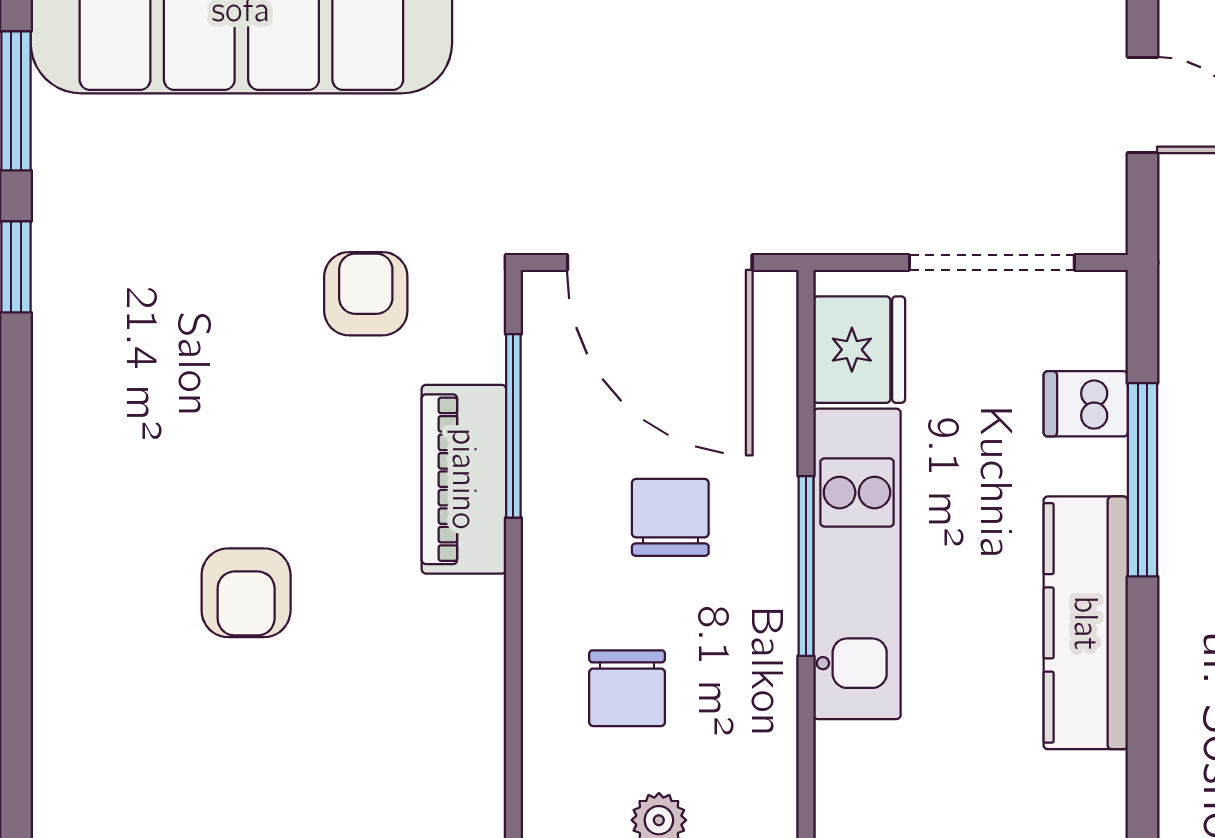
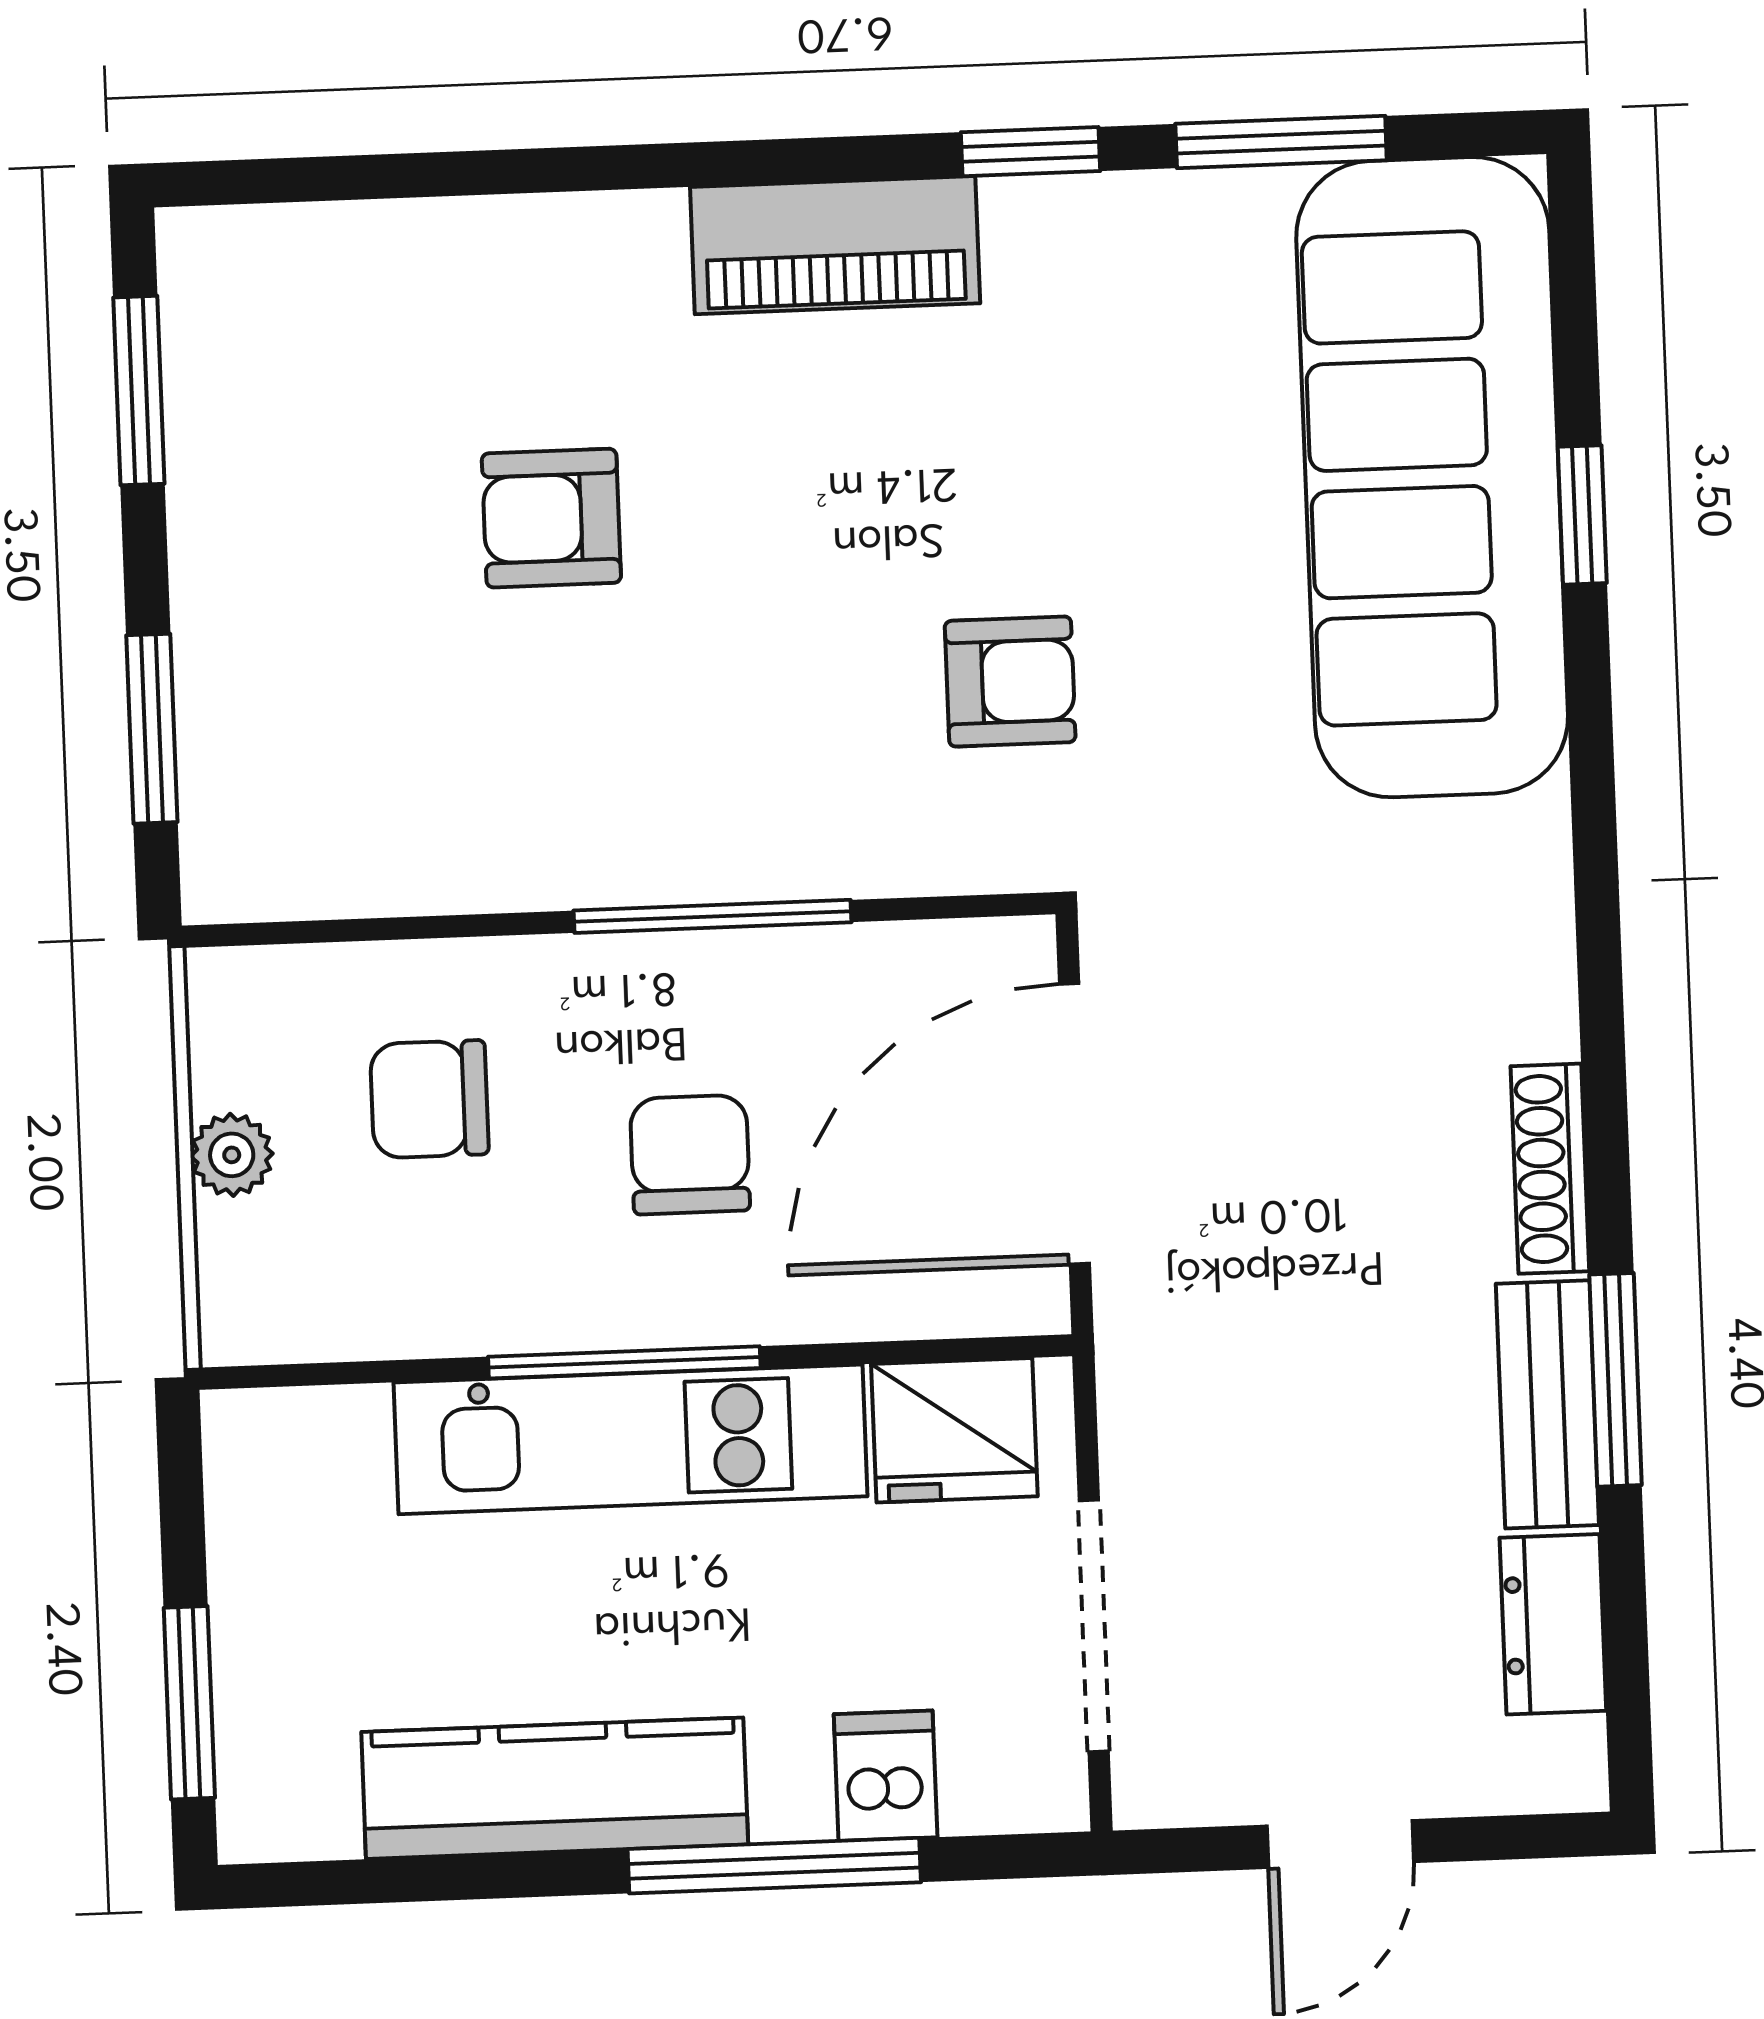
window: (513, 426) -> (713, 916), moved
piano: (464, 479) -> (835, 245), moved, turned 180
chair: (670, 517) -> (690, 1155), turned -90

